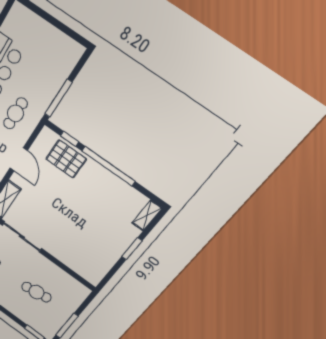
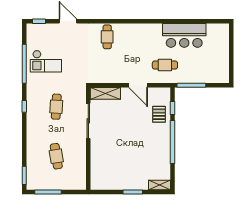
door: (19, 159) -> (138, 85), hinge flipped
pallet: (66, 159) -> (159, 114), width x0.67, depth x0.71

